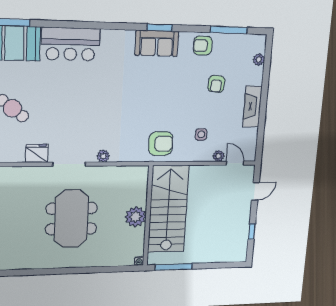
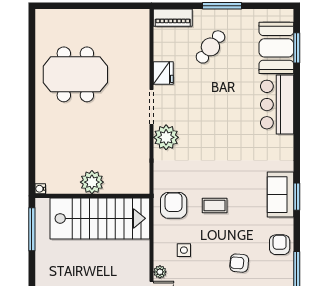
coffee table: (163, 106) -> (215, 206), added
armchair: (161, 144) -> (174, 205), turned 180
plant: (103, 156) -> (166, 137), width x1.87, depth x1.87
meeting table: (71, 219) -> (75, 74), moved

